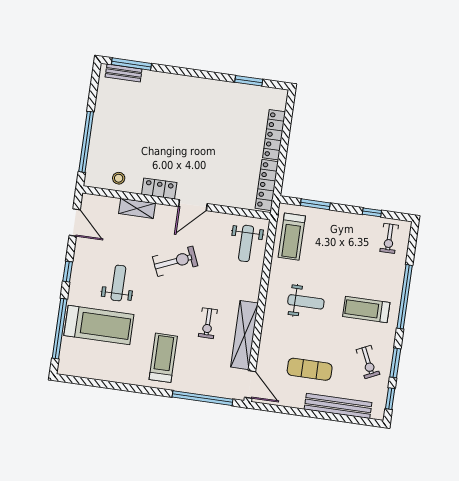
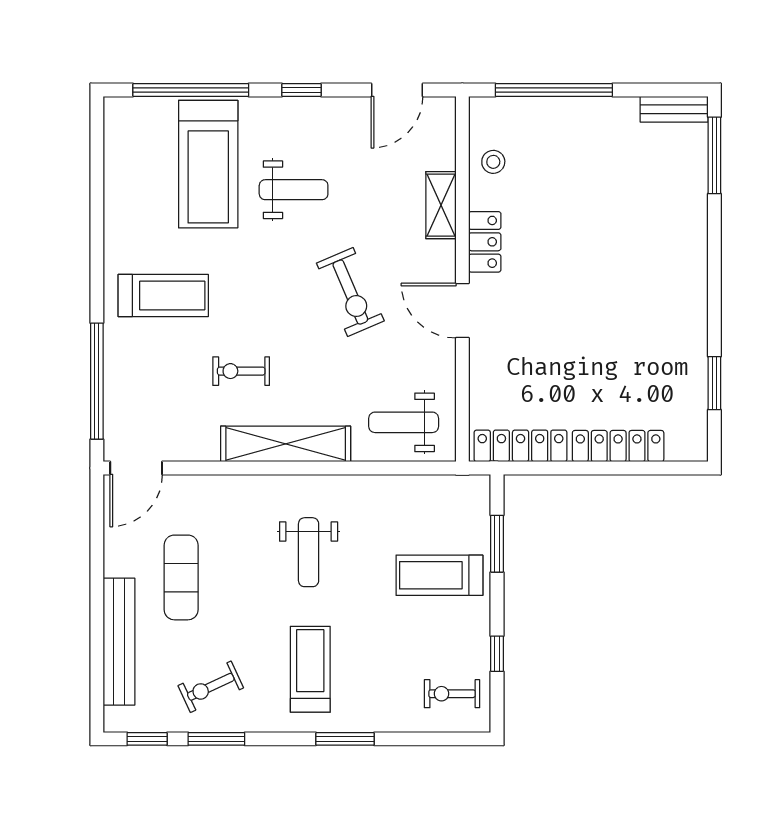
bench: (124, 73) -> (674, 109), moved, turned 90
treadmill: (292, 237) -> (439, 575), moved
window: (405, 297) -> (345, 739), width x0.47
shelving: (244, 335) -> (286, 444), moved

